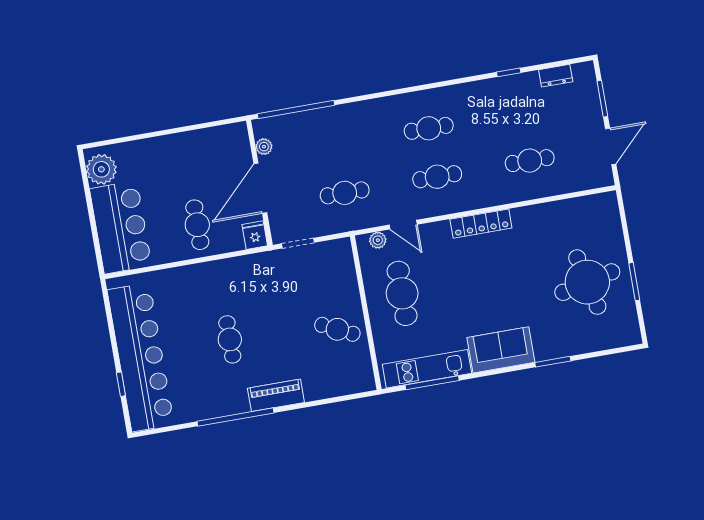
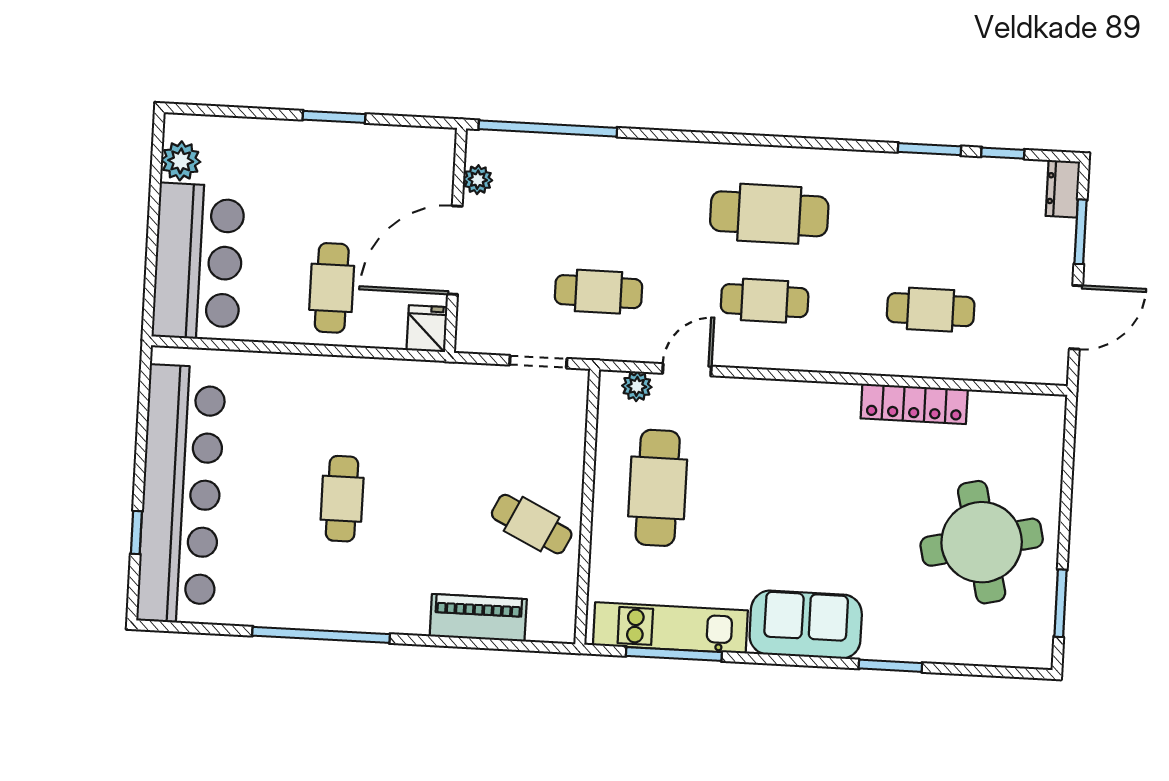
window: (550, 65) -> (1003, 153), added
window: (509, 72) -> (929, 149), width x1.50
dresser: (556, 76) -> (1063, 189), moved, turned 90
cafe table: (429, 128) -> (769, 214), width x1.37, depth x1.35
window: (177, 130) -> (334, 117), added
plant: (101, 169) -> (181, 161), width x0.73, depth x0.73
locker: (481, 224) -> (914, 404), moved
door: (403, 225) -> (687, 370), swing flipped
doorway: (298, 243) -> (538, 362), moved
window: (634, 282) -> (1060, 603), moved
piano: (276, 395) -> (478, 618), moved

